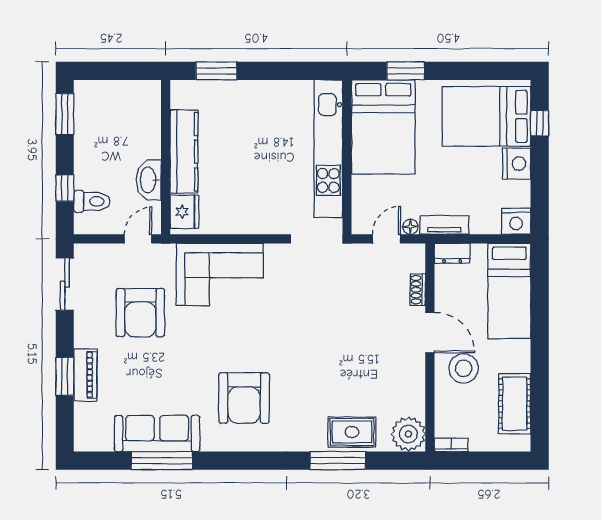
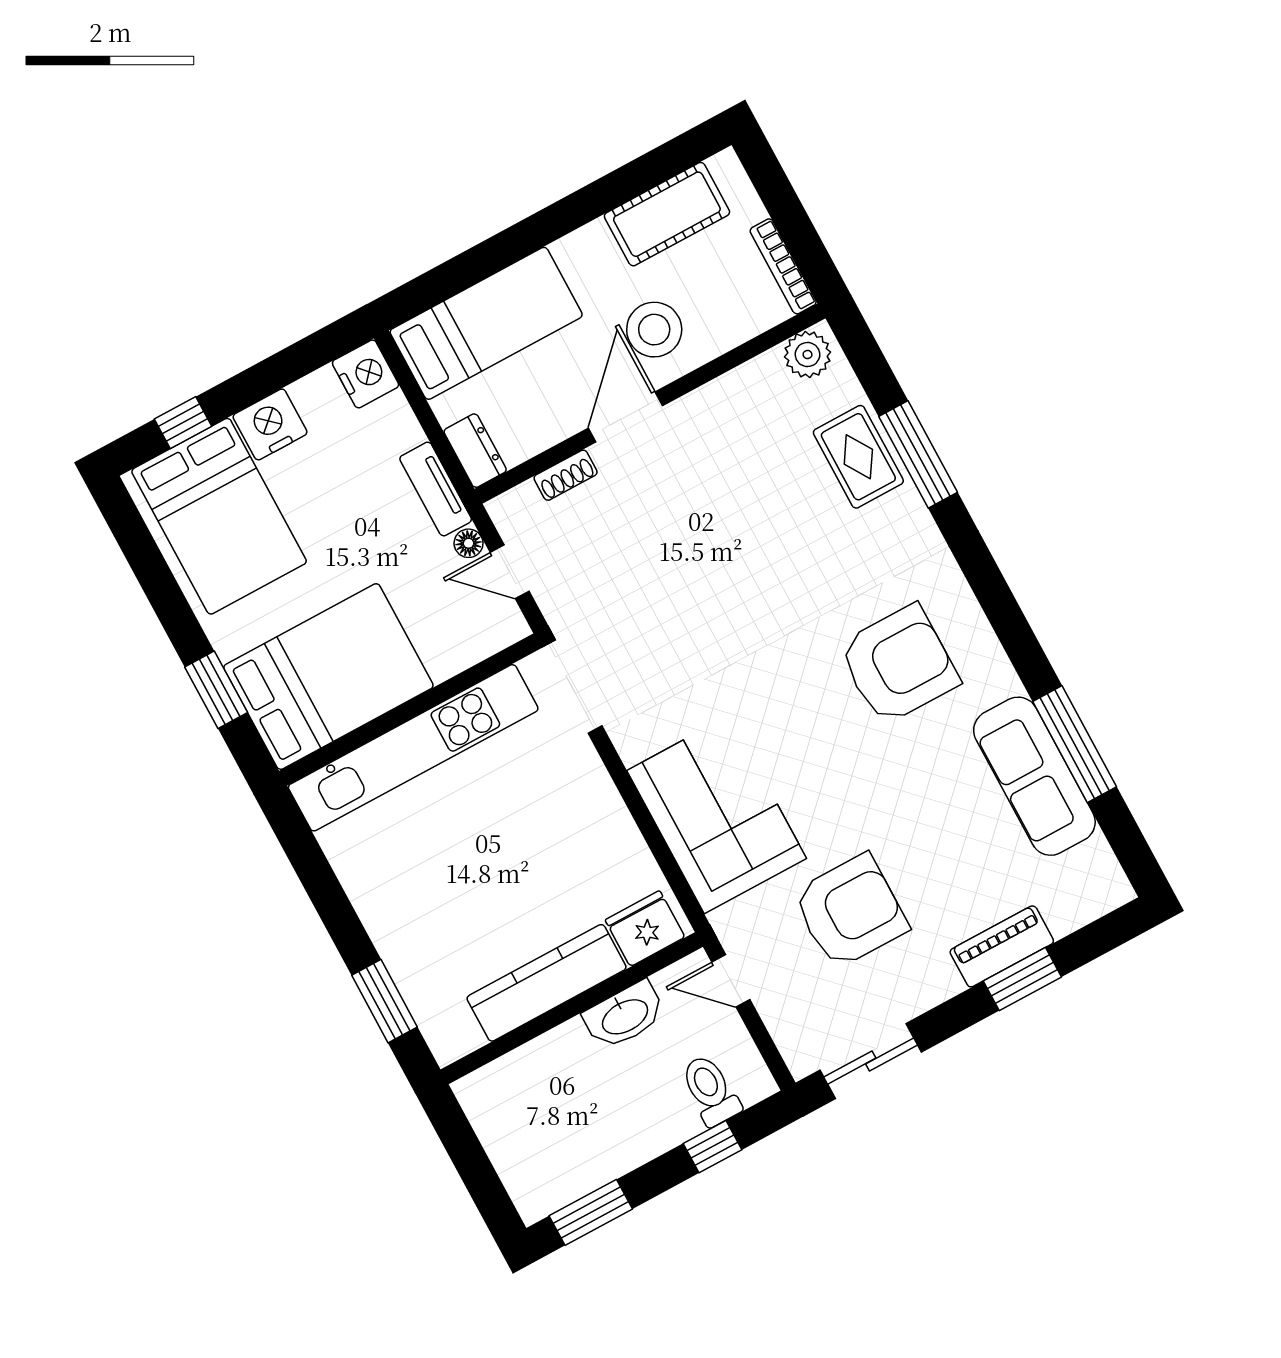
plant: (408, 434) -> (808, 355), width x0.73, depth x0.73
bookcase: (451, 445) -> (783, 266), width x1.56

